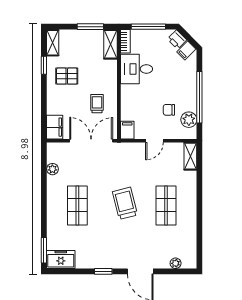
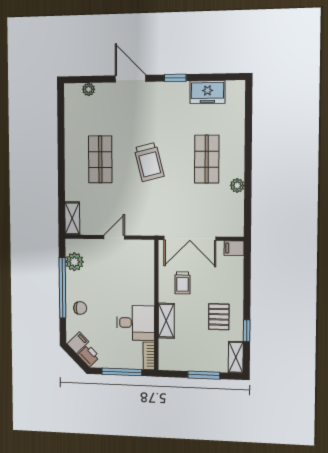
window: (90, 27) -> (204, 375), moved
shelving: (111, 44) -> (166, 321), moved
pallet: (67, 76) -> (219, 317), turned 90
chair: (169, 110) -> (80, 308), moved
filing cabinet: (55, 127) -> (234, 248), width x0.50
filing cabinet: (127, 130) -> (146, 250), removed
plant: (52, 169) -> (237, 185), moved
window: (44, 250) -> (249, 103), removed
freezer: (61, 259) -> (207, 92), moved

